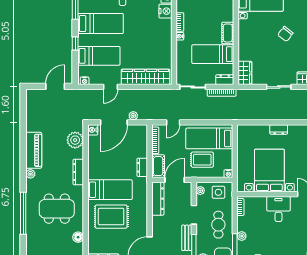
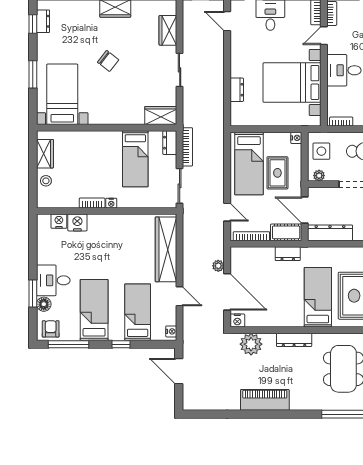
cot: (228, 33) -> (107, 139), removed
dresser: (279, 129) -> (237, 90), moved
plant: (30, 174) -> (297, 404), removed

